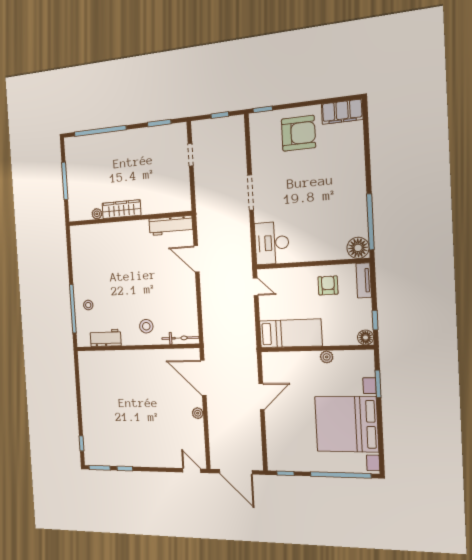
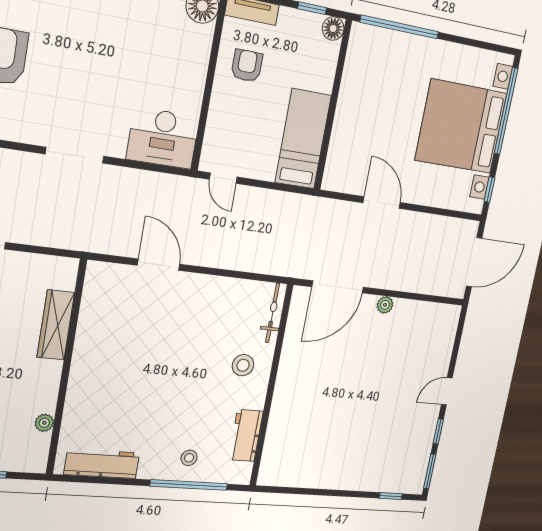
wardrobe: (121, 209) -> (56, 325), moved
workbench: (171, 226) -> (102, 464), moved, turned -90
door: (197, 259) -> (159, 265), swing flipped
armchair: (328, 285) -> (247, 66), turned 90
door: (256, 287) -> (223, 178), swing flipped
plant: (327, 357) -> (348, 93), removed
window: (378, 384) -> (400, 27), width x2.11
bed with nightstands: (346, 424) -> (461, 127), moved, turned 90
door: (192, 470) -> (447, 391), moved

